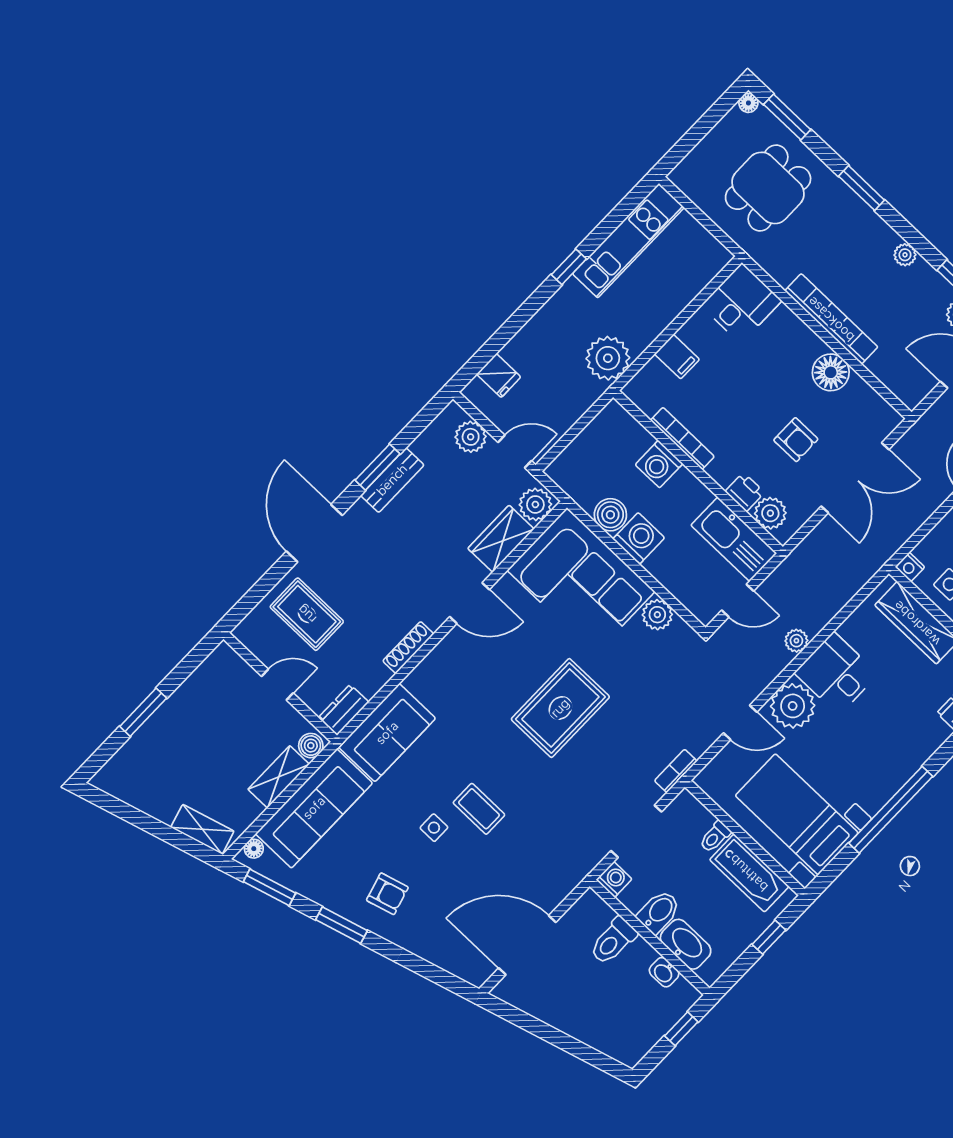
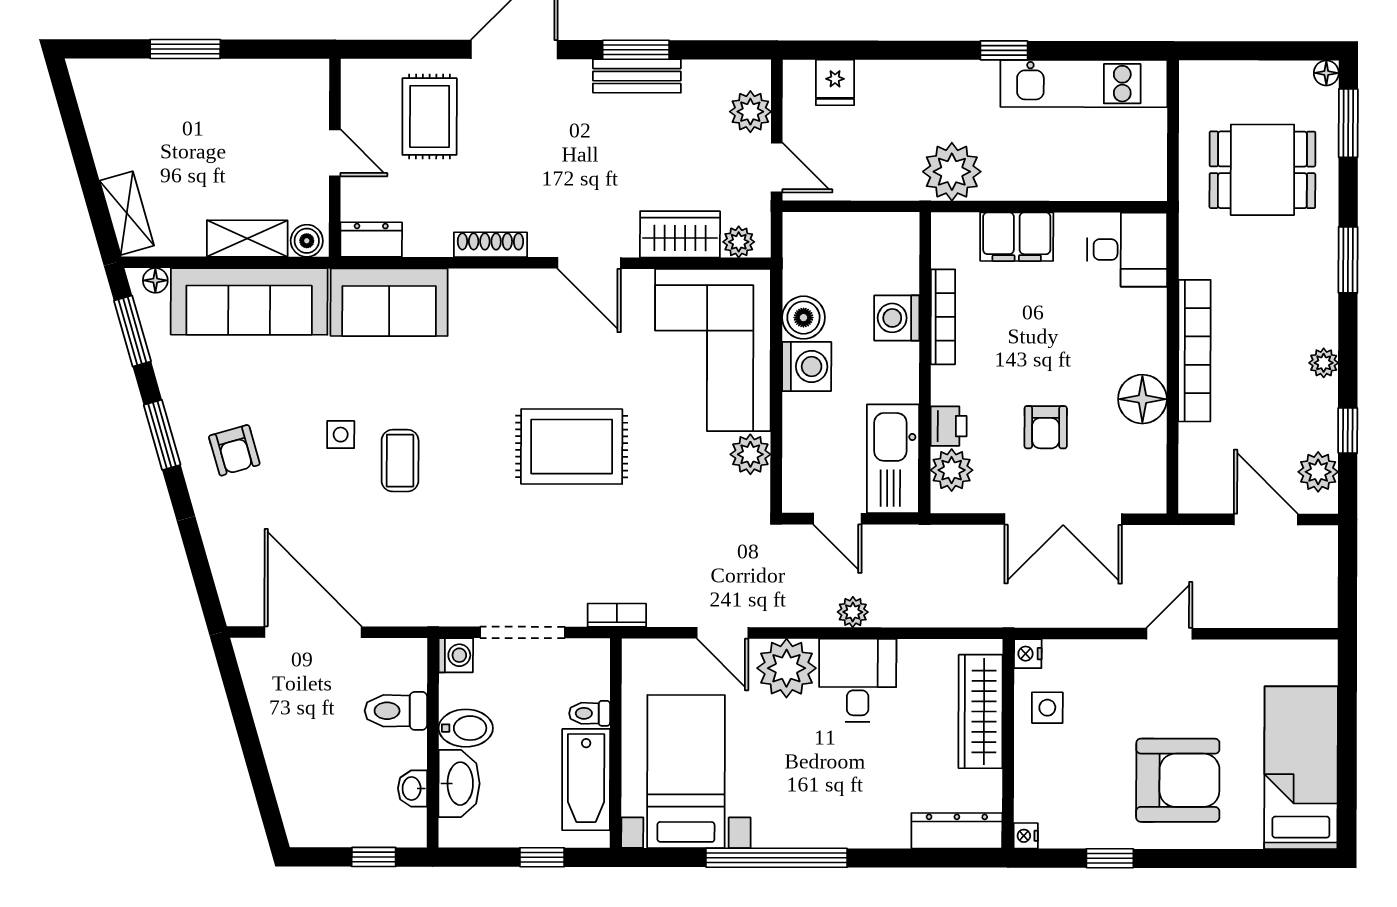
filing cabinet: (677, 357) -> (1017, 237), width x2.00
plant: (535, 504) -> (739, 242), width x0.73, depth x0.73

